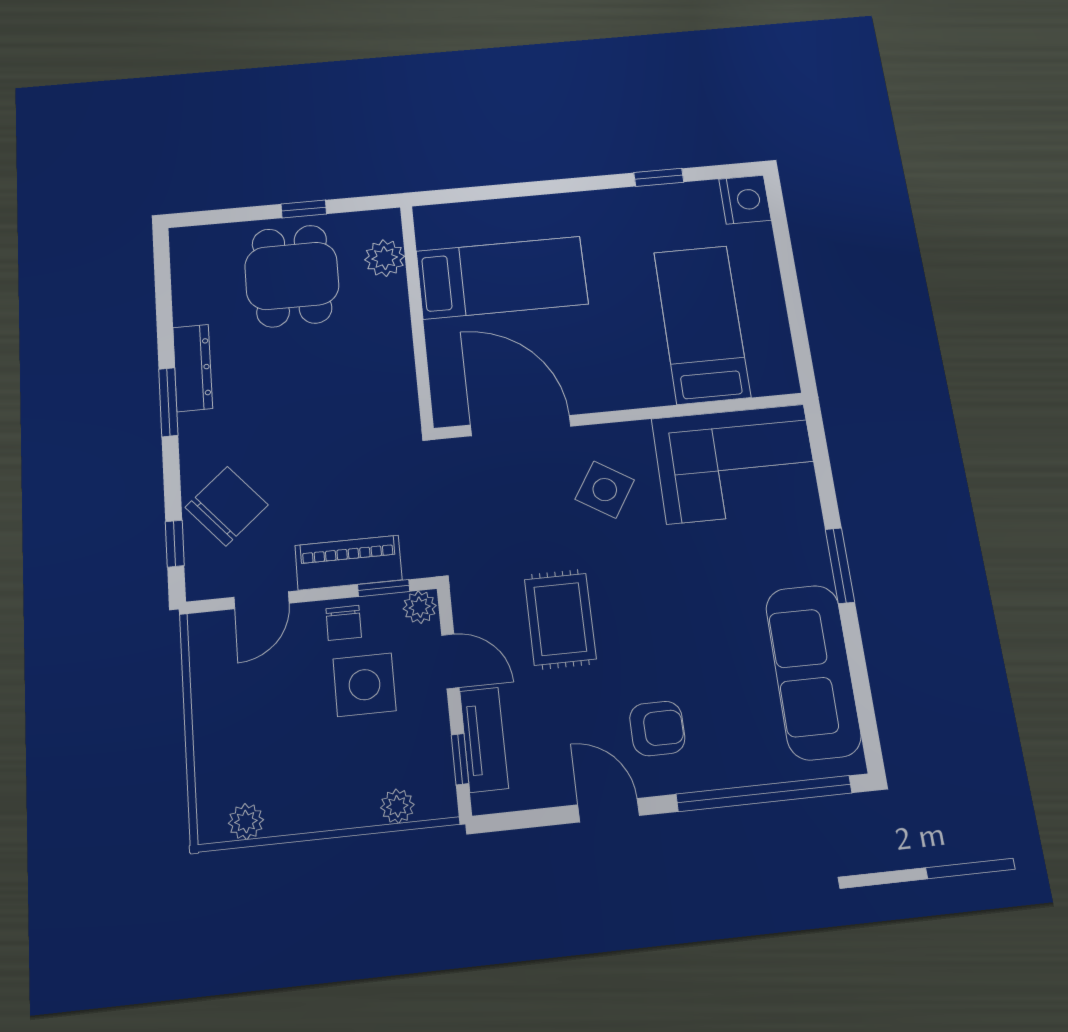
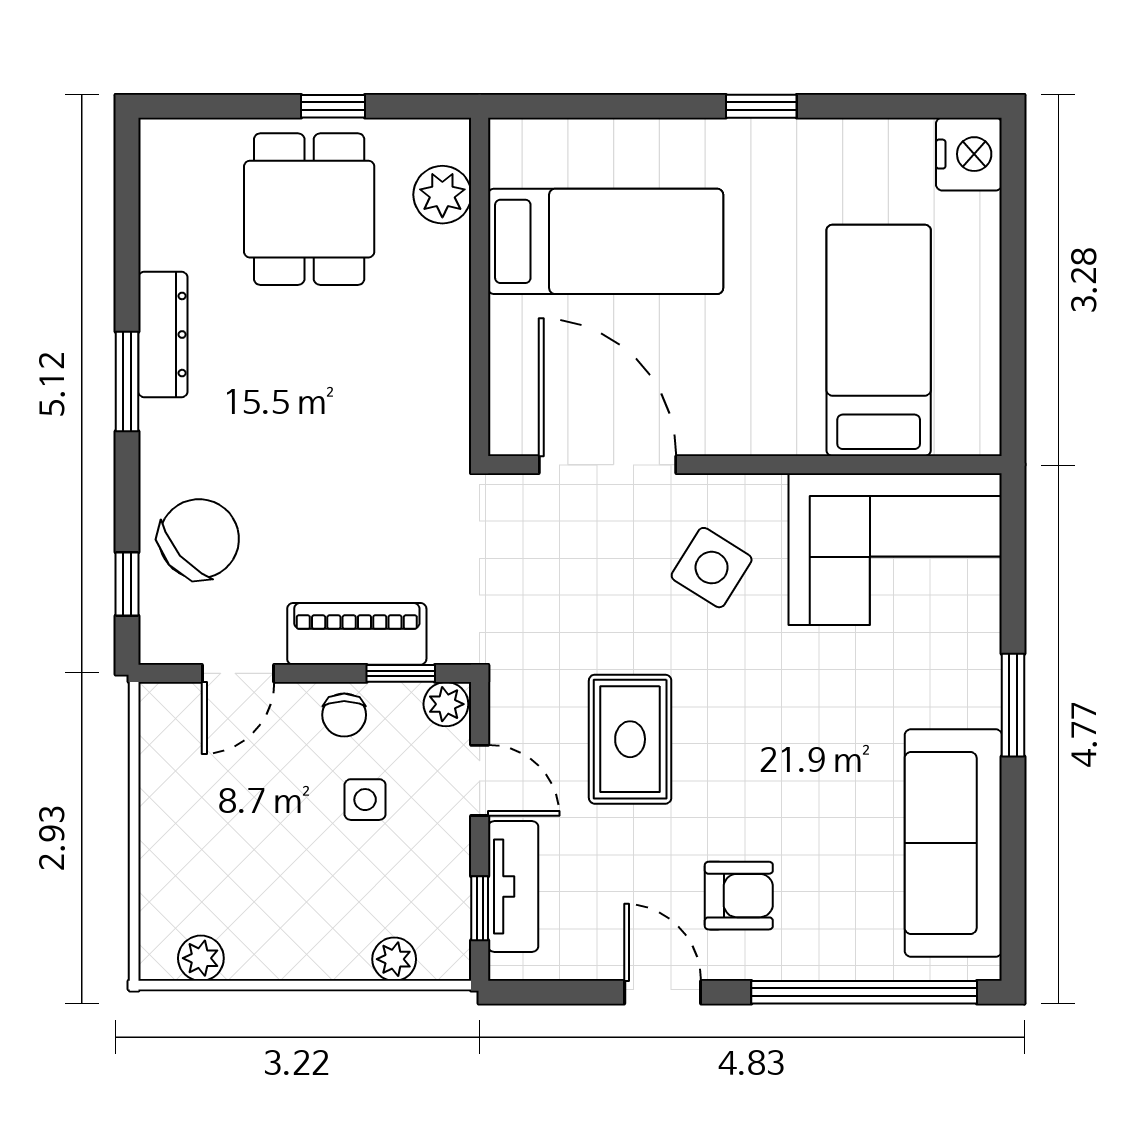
window: (659, 177) -> (761, 106), moved
side table: (365, 685) -> (365, 800), width x0.54, depth x0.54

